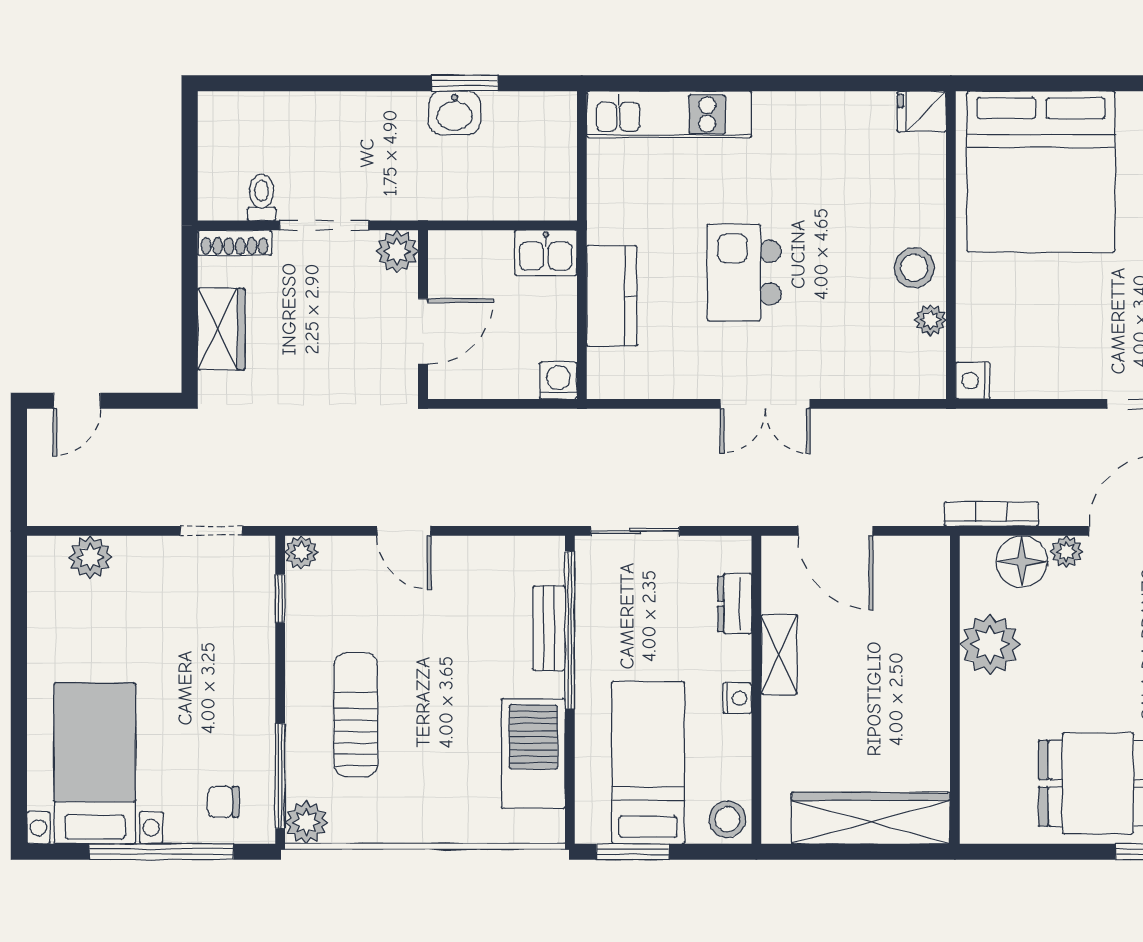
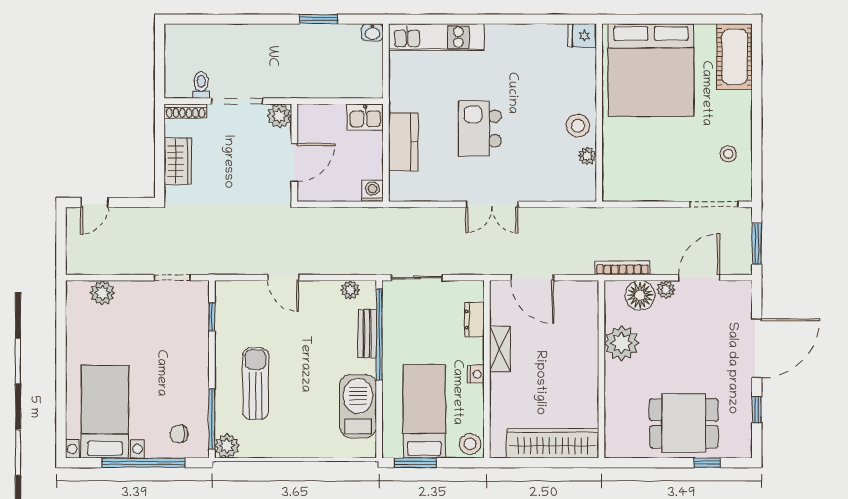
washbasin: (454, 113) -> (373, 32), moved, width x0.72, depth x0.69
nightstand: (973, 381) -> (612, 191), removed
plant: (301, 552) -> (350, 290), moved

